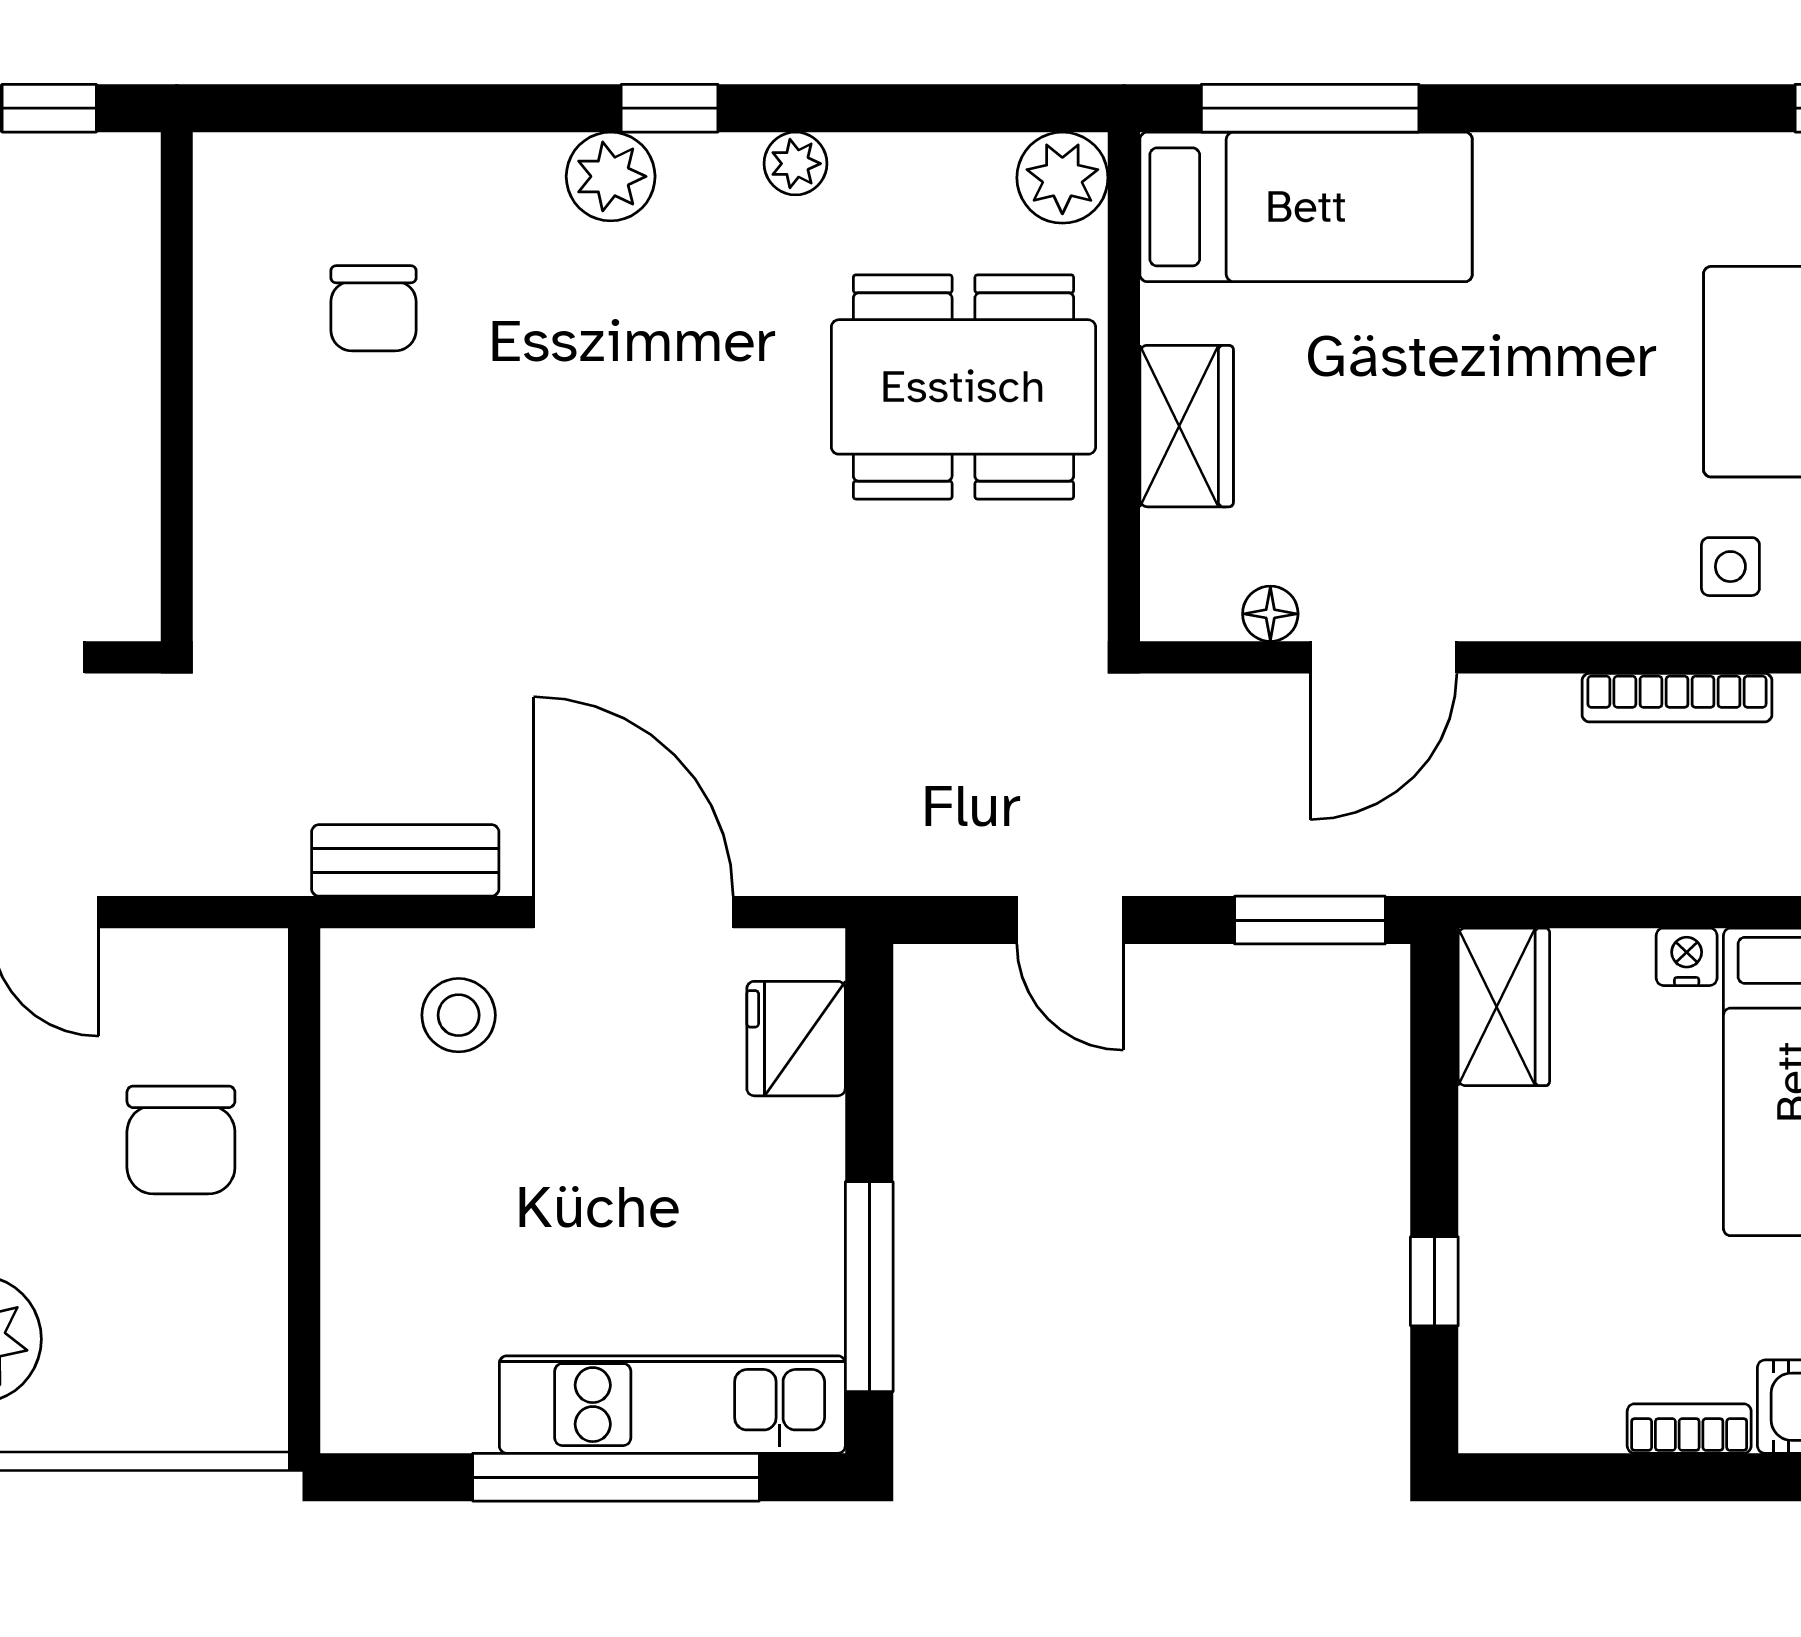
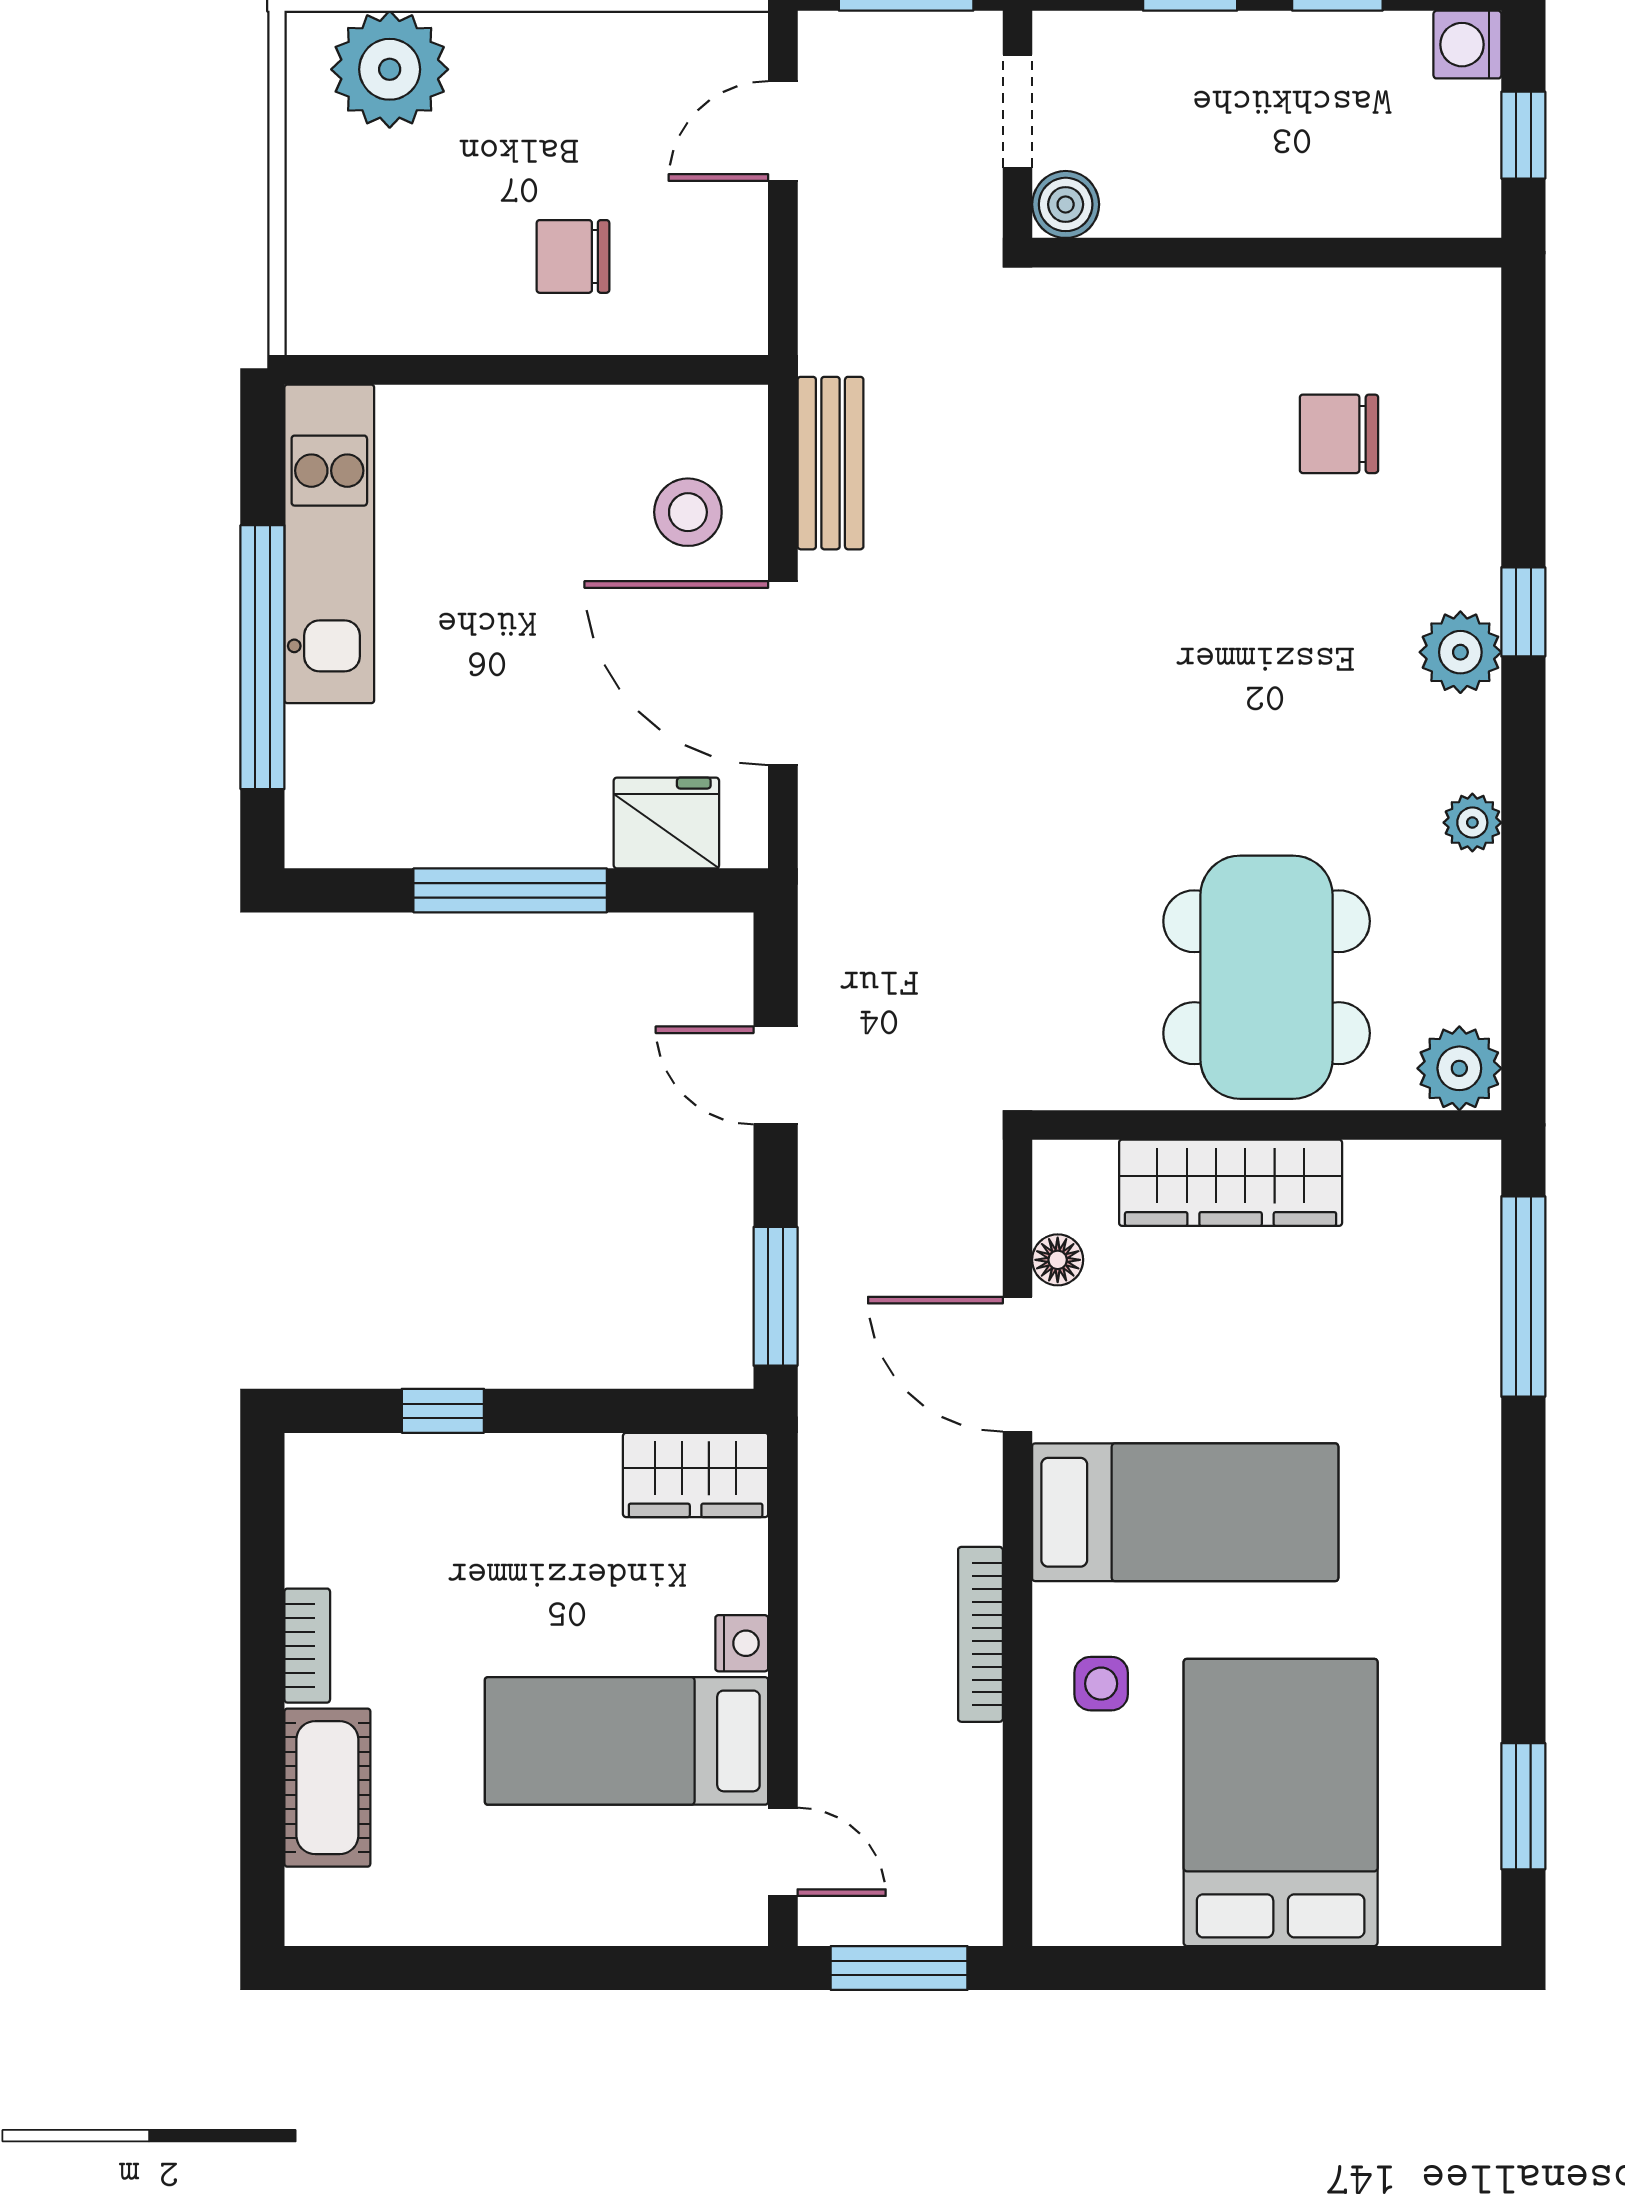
window: (670, 108) -> (1523, 612), moved
bed: (1306, 207) -> (1185, 1512), moved, turned -90
wardrobe: (1187, 426) -> (1231, 1183), width x1.50
boiler: (124, 605) -> (1066, 204), added
door: (633, 912) -> (783, 673), swing flipped
door: (1070, 920) -> (776, 1075), hinge flipped
chair: (181, 1140) -> (573, 256), width x0.73, depth x0.73
window: (869, 1287) -> (510, 890), moved
kitchen unit: (672, 1405) -> (329, 544), moved

